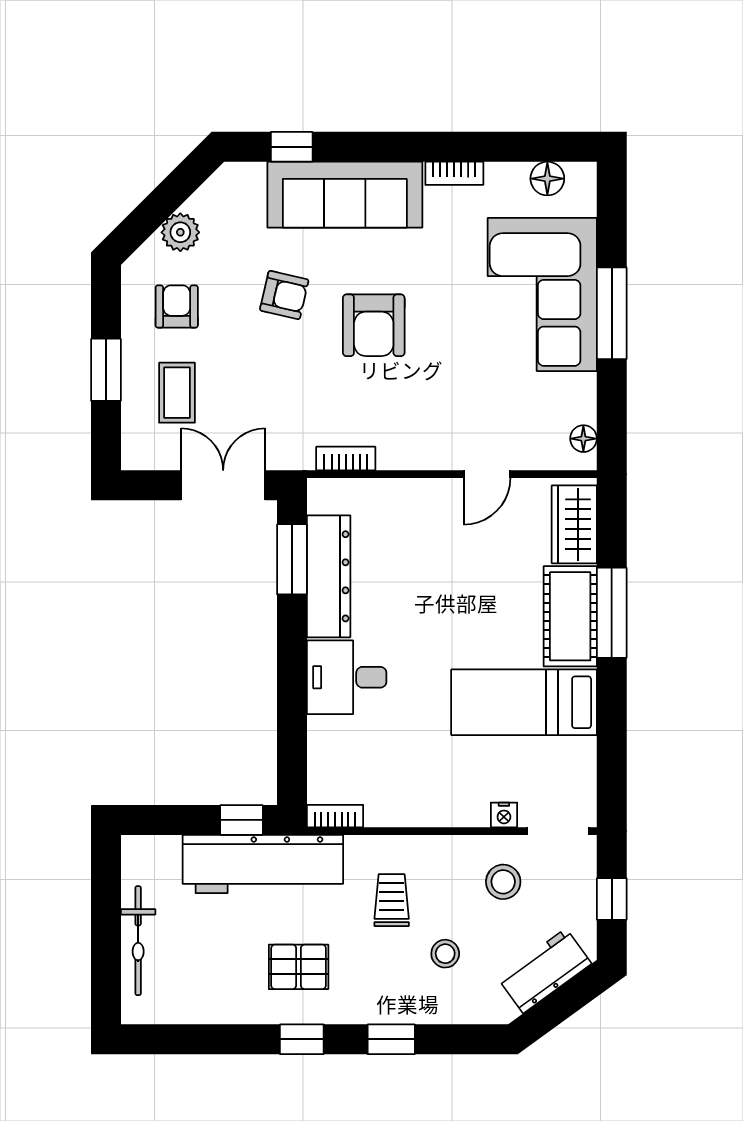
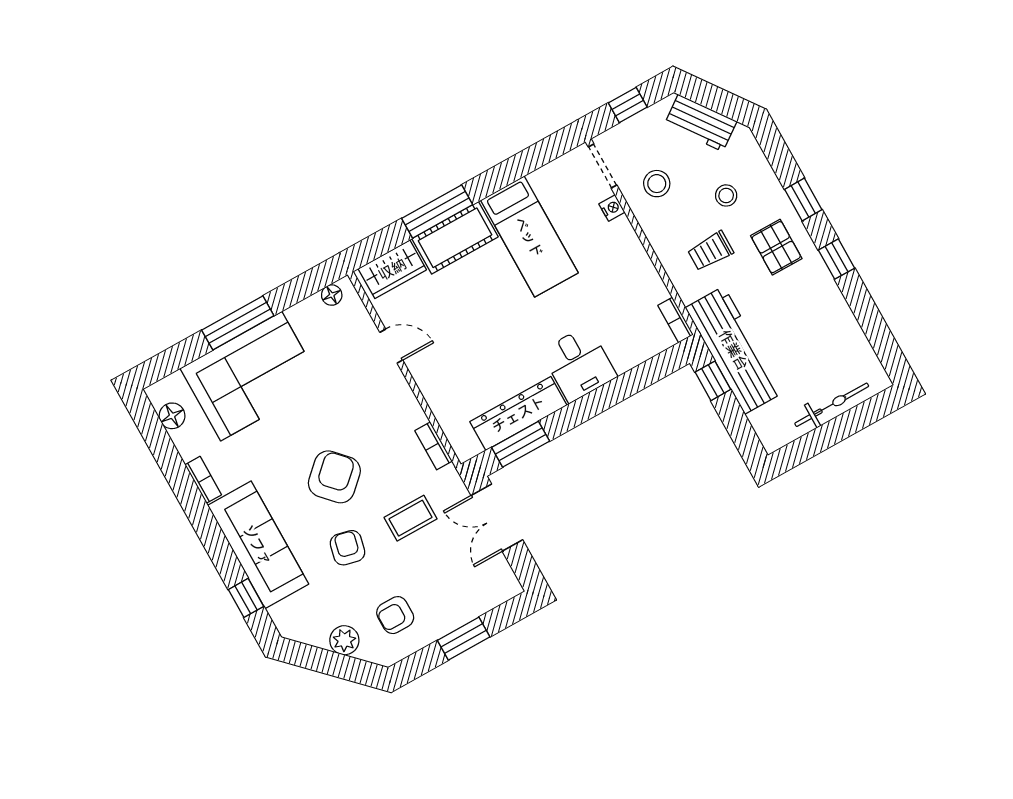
armchair: (374, 325) -> (334, 477), turned -43
coffee table: (177, 393) -> (411, 518), moved
pallet: (299, 967) -> (776, 247), moved

